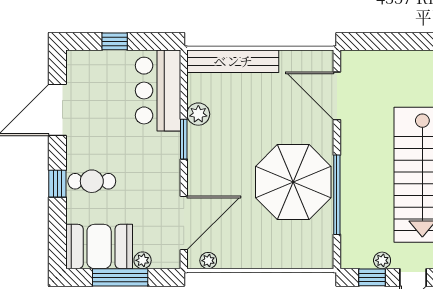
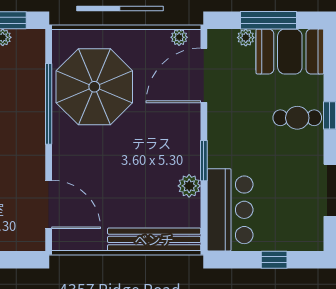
parasol: (293, 182) -> (94, 87), moved

